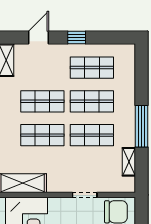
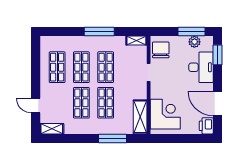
window: (77, 38) -> (36, 78), removed
shelving: (129, 162) -> (136, 41), moved

